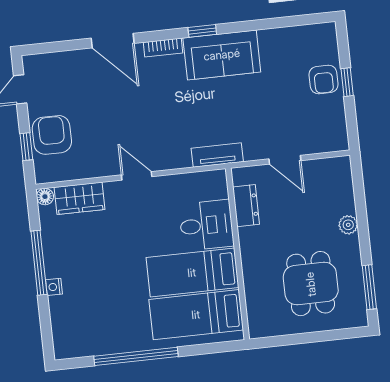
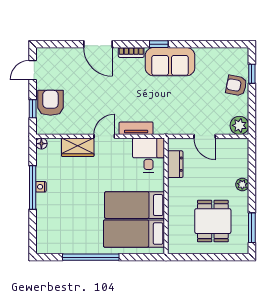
armchair: (324, 79) -> (236, 85), turned 101
window: (347, 82) -> (252, 74), moved
plant: (335, 138) -> (239, 125), added
tv unit: (217, 155) -> (136, 128), moved
door: (137, 176) -> (104, 136), hinge flipped
wardrobe: (79, 198) -> (78, 147), moved
desk: (206, 225) -> (149, 155), moved, turned -90
nightstand: (54, 287) -> (41, 187), moved

